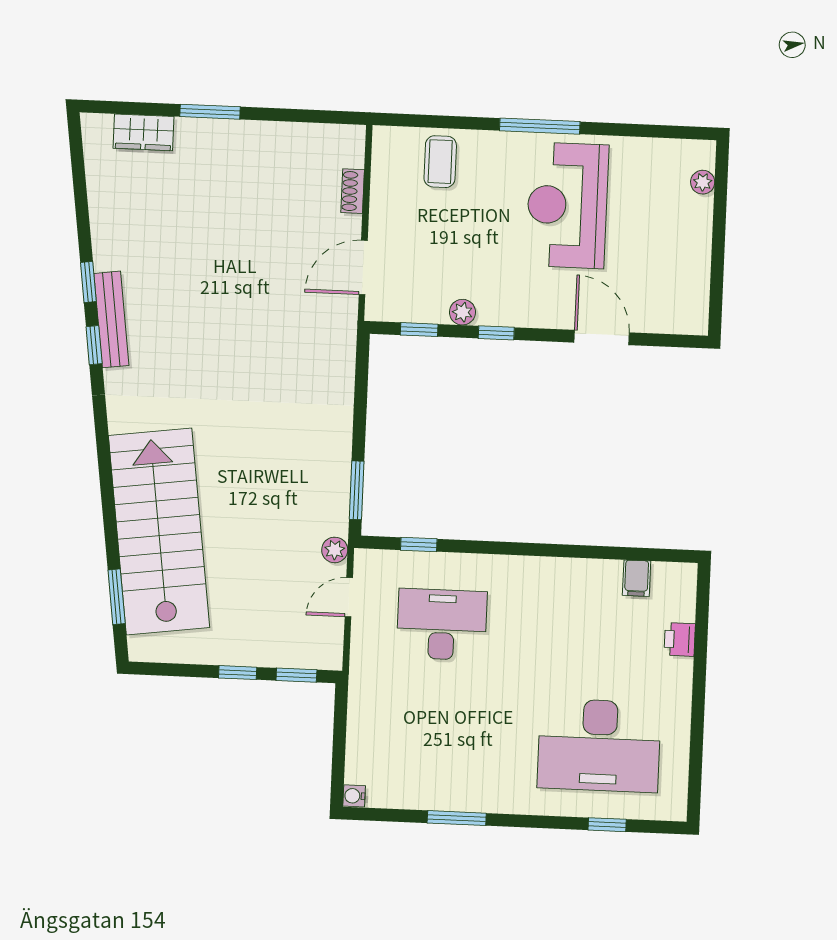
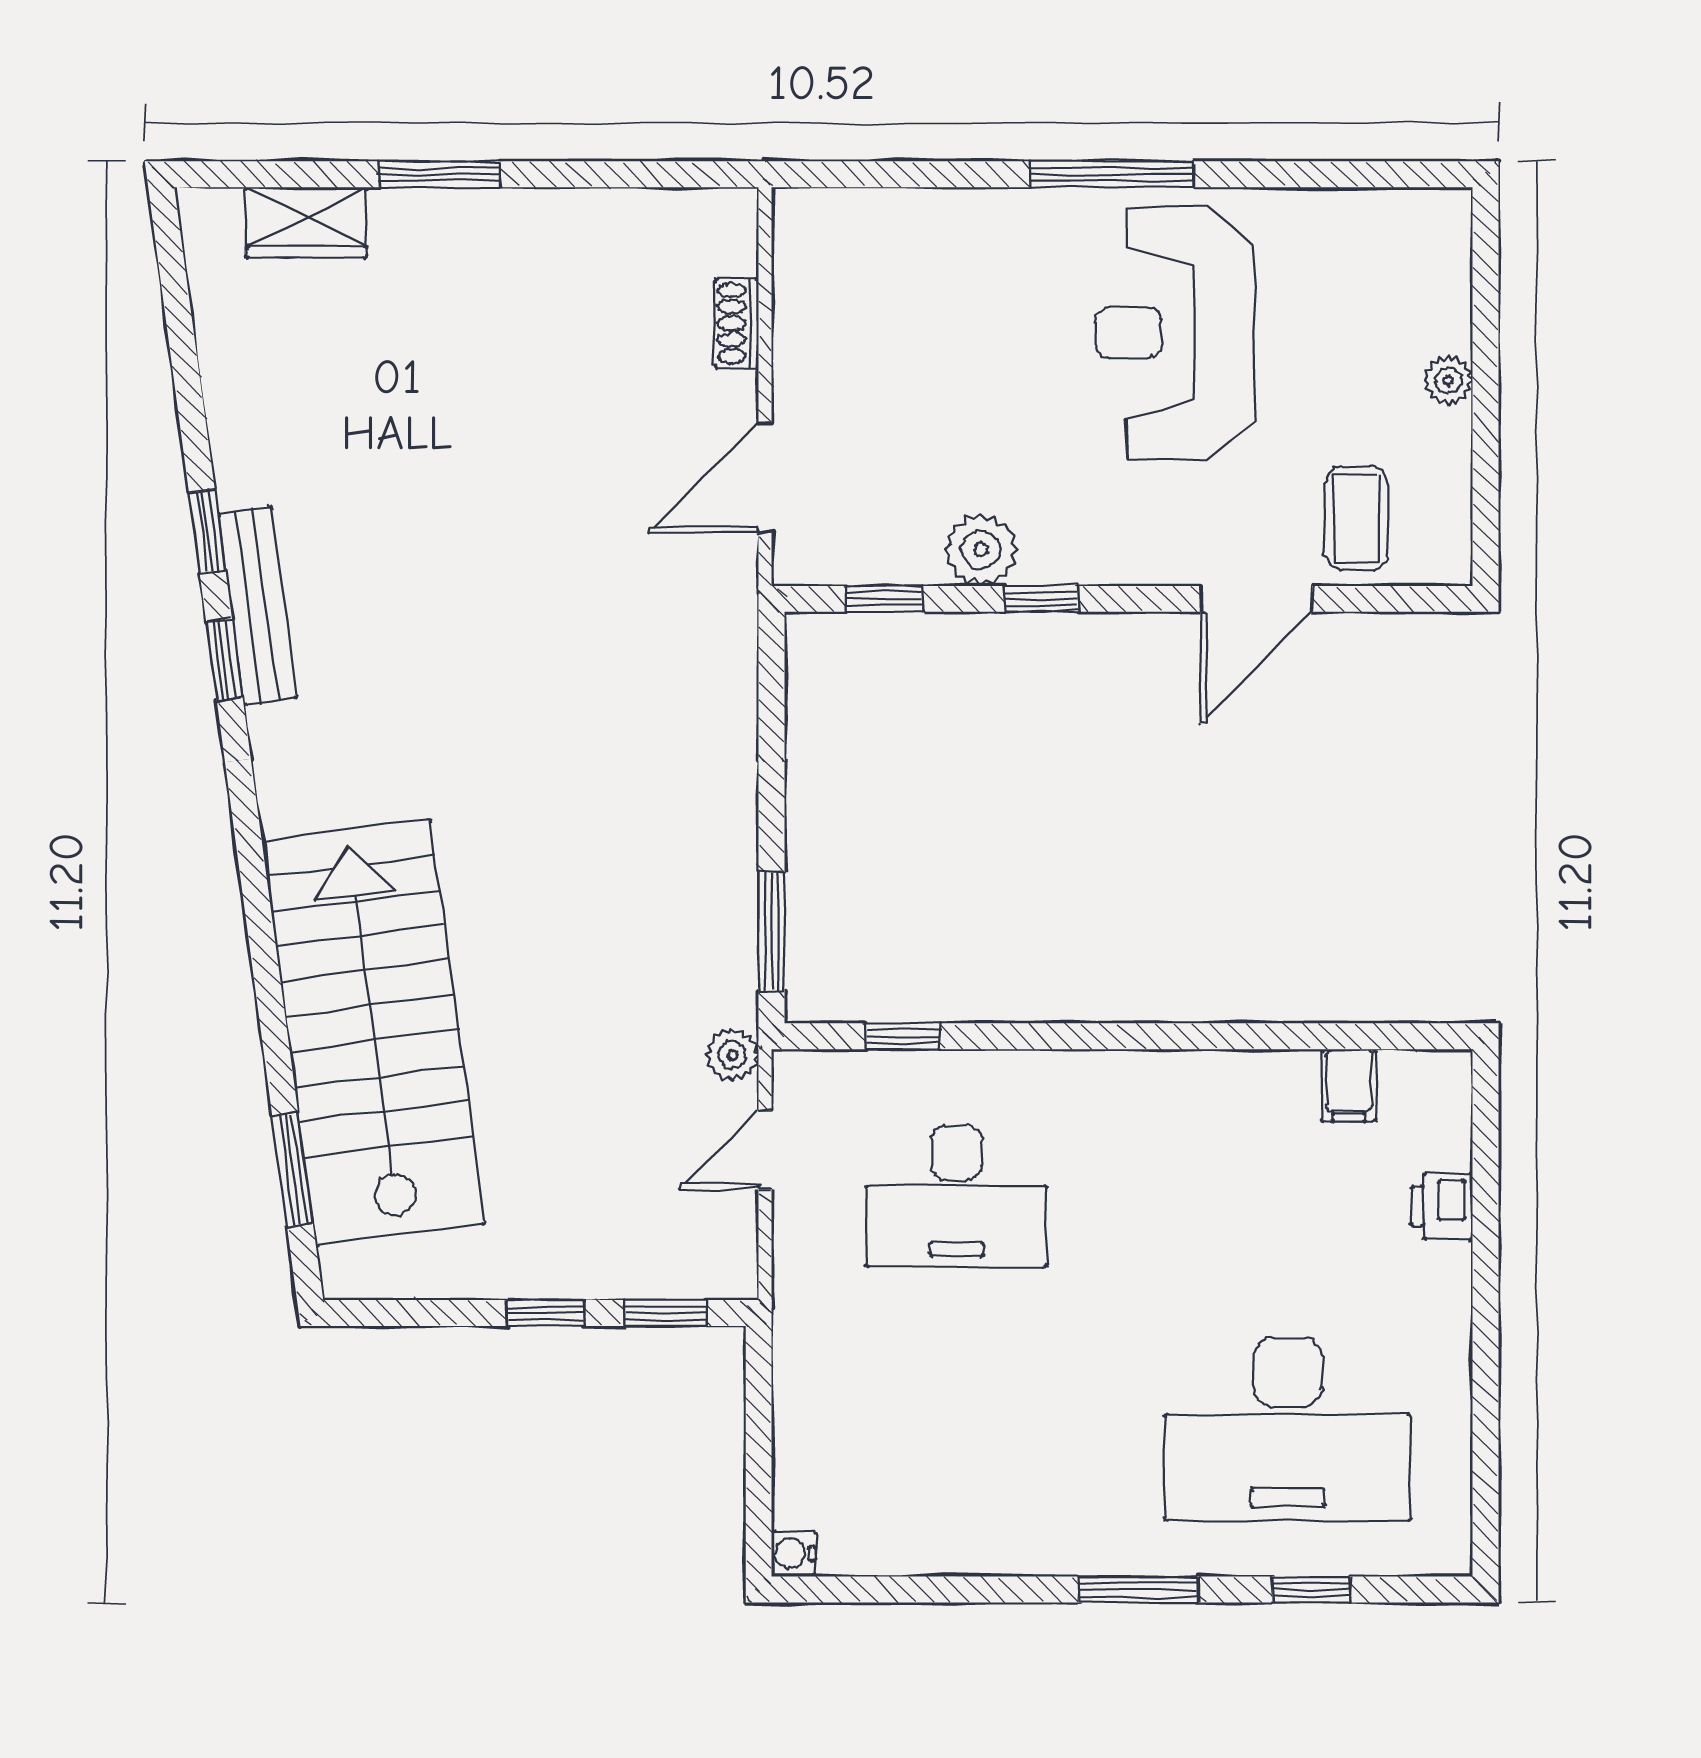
coffee table: (440, 162) -> (1356, 518), moved
plant: (703, 182) -> (1448, 380), moved
plant: (462, 312) -> (981, 550), width x1.38, depth x1.38
door: (602, 337) -> (1256, 599), swing flipped
desk: (442, 624) -> (956, 1197), turned 180
window: (457, 818) -> (1138, 1589), moved

